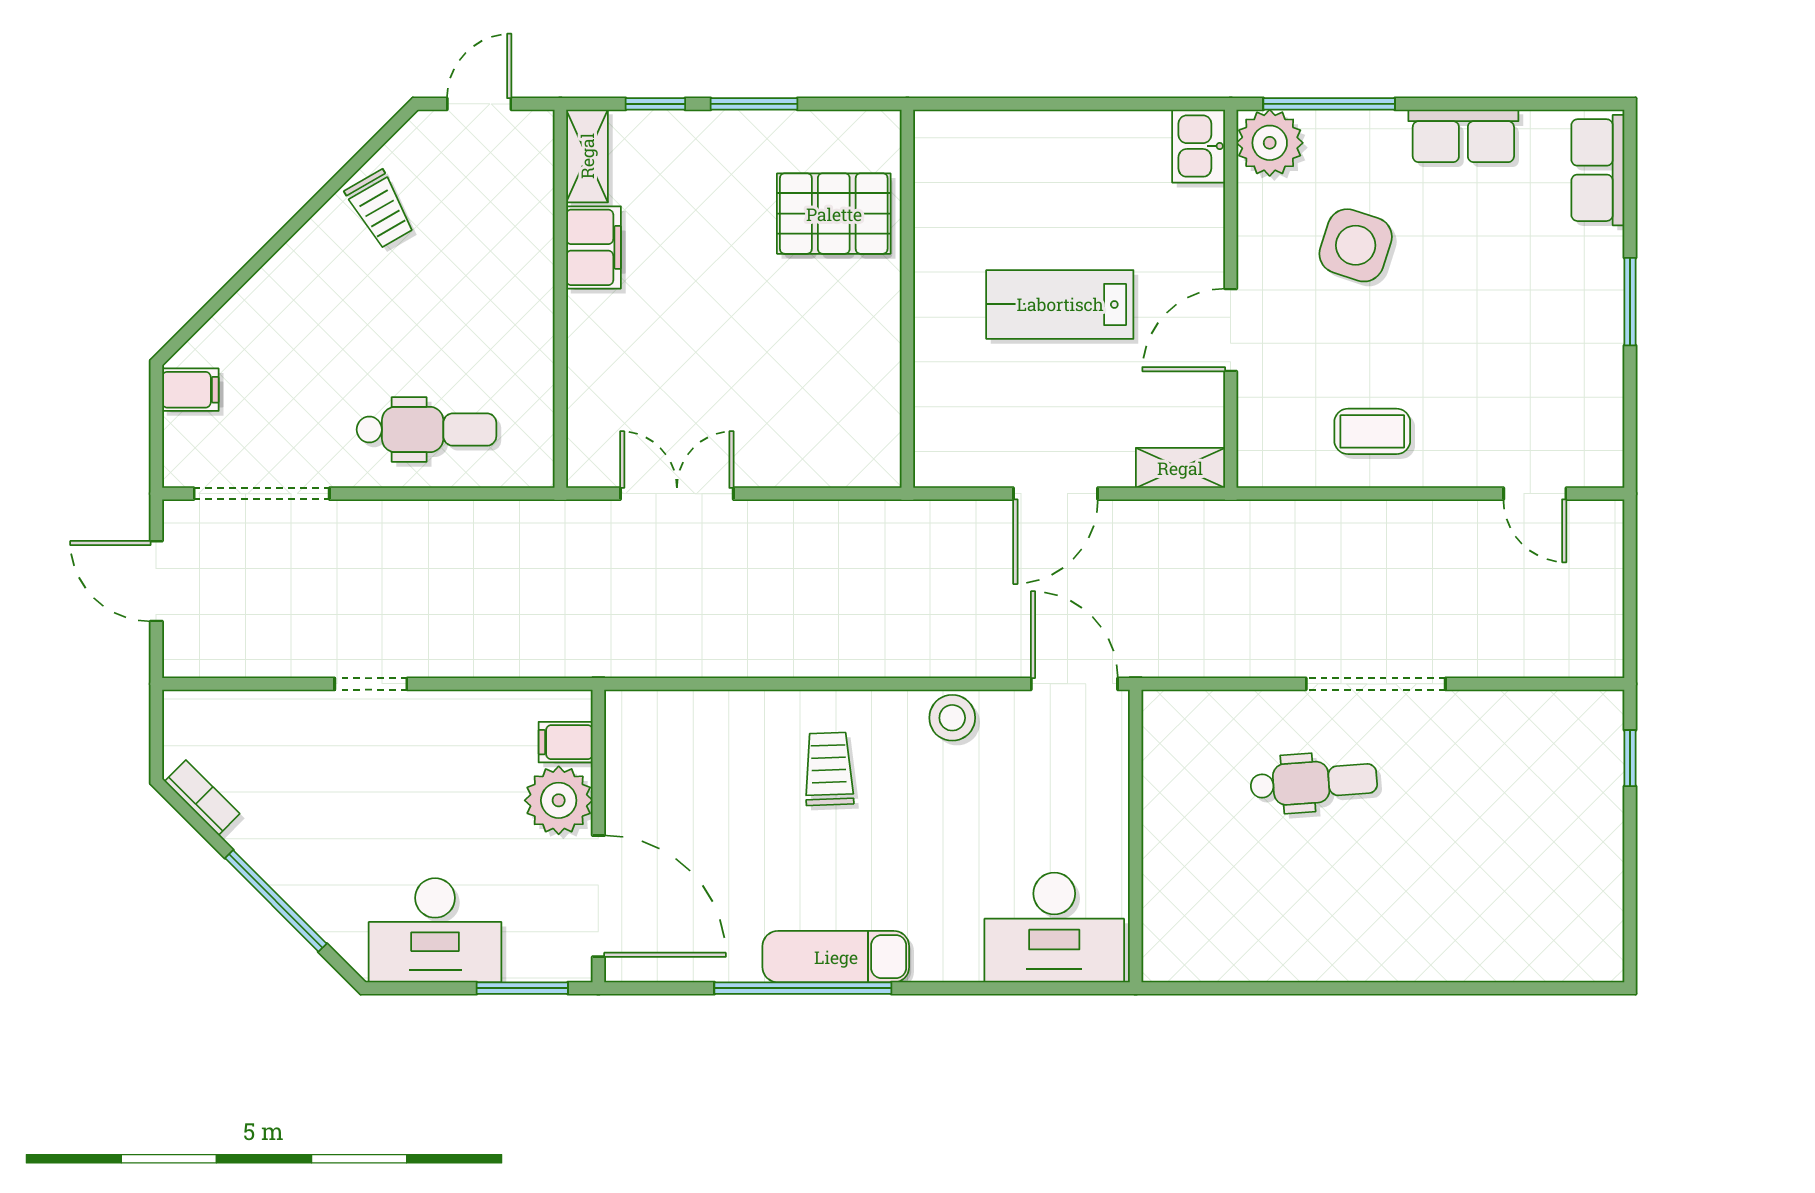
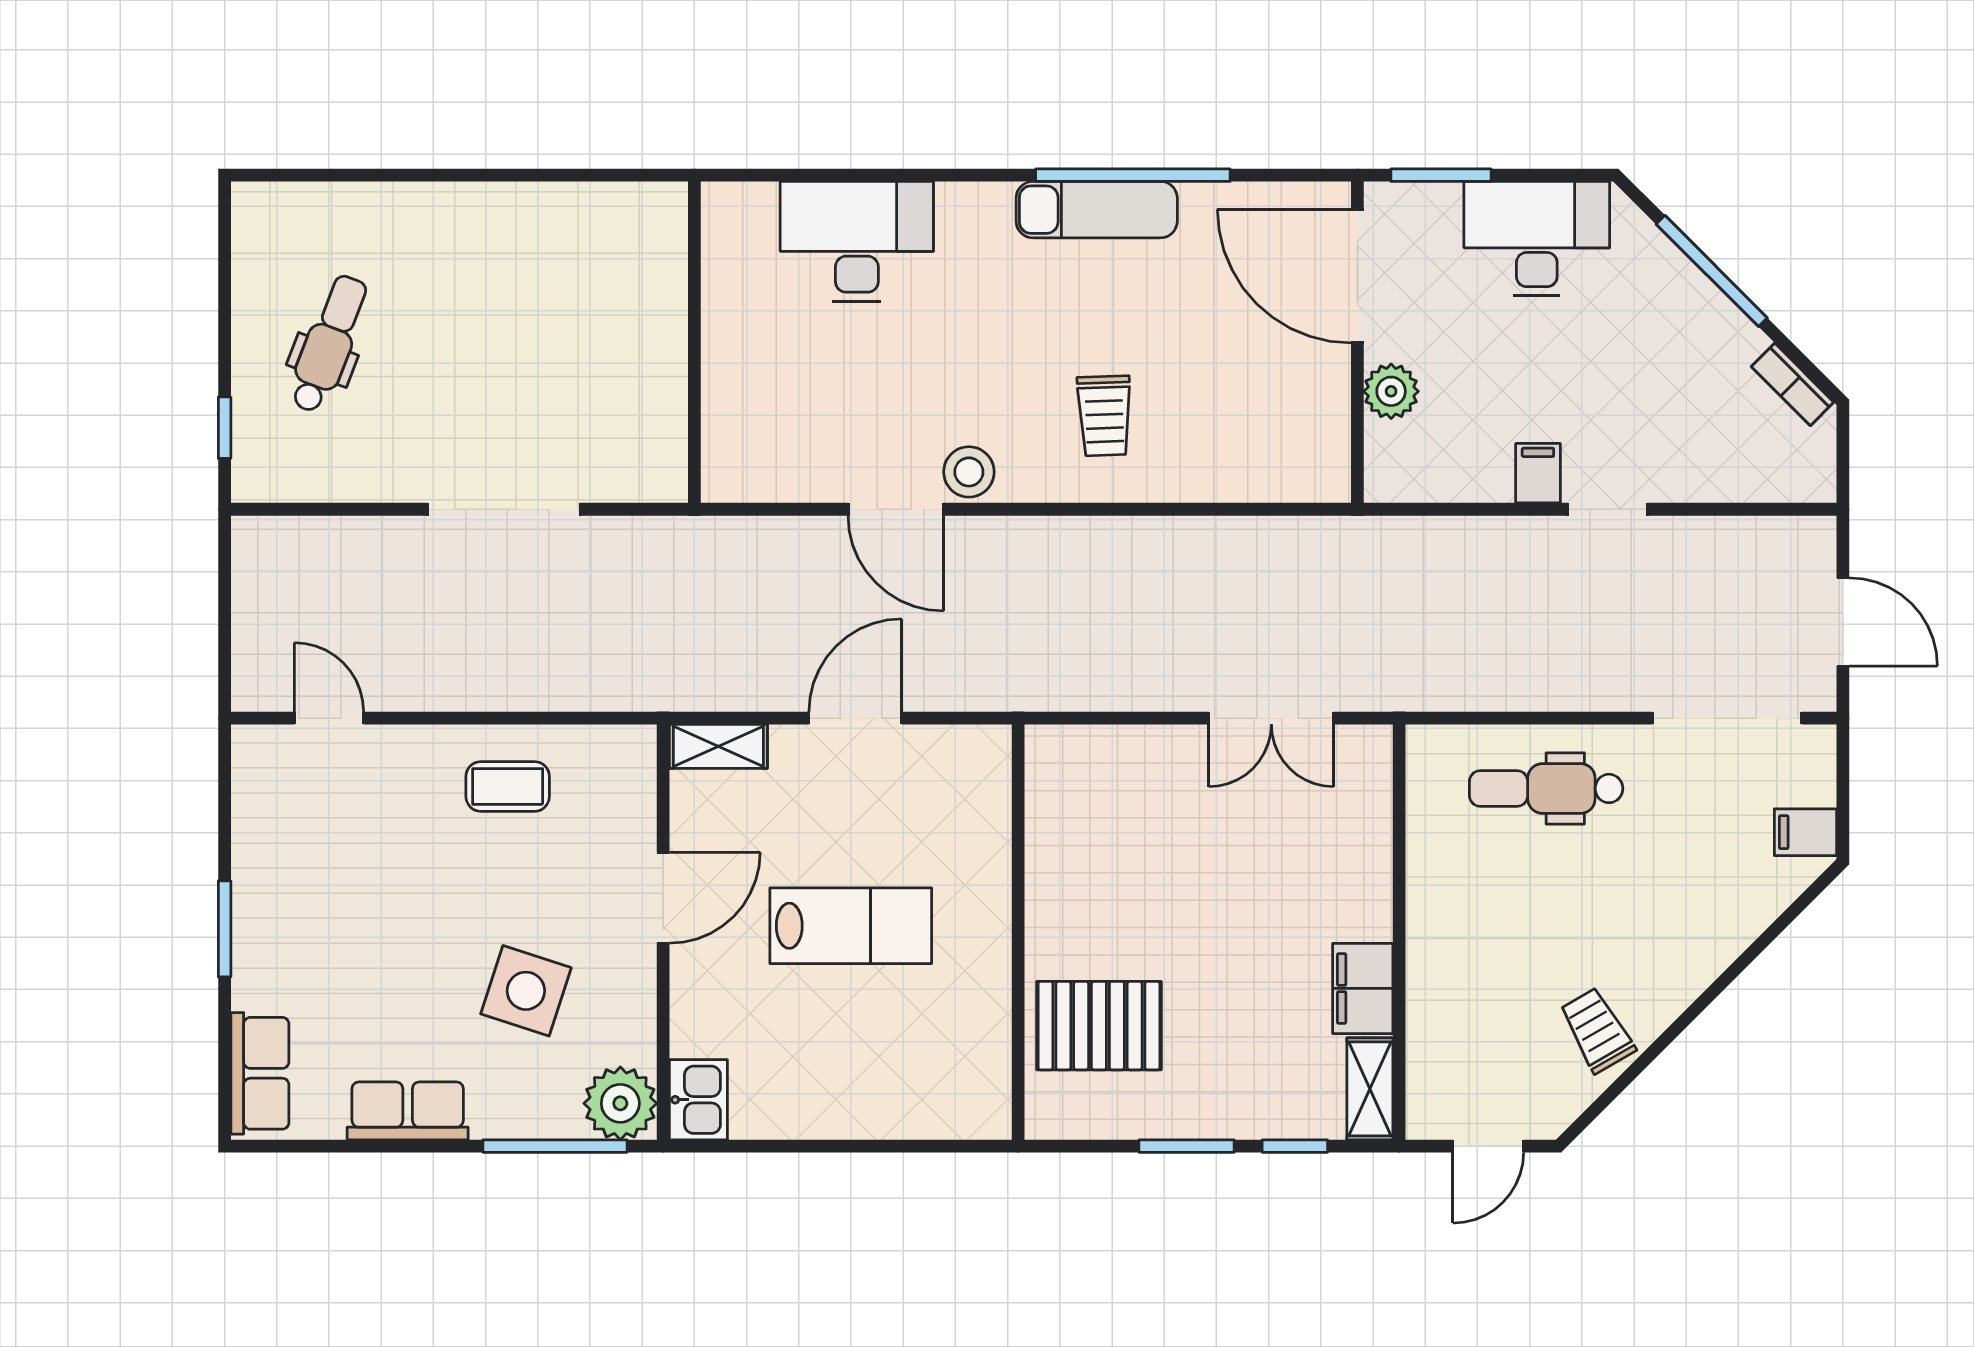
door: (1074, 684) -> (896, 509), moved
filing cabinet: (566, 742) -> (1538, 473), moved, turned -90
dental chair: (1314, 782) -> (329, 344), moved, turned 115
plant: (559, 800) -> (1391, 391), width x0.73, depth x0.73
wall: (1136, 836) -> (694, 342), moved

